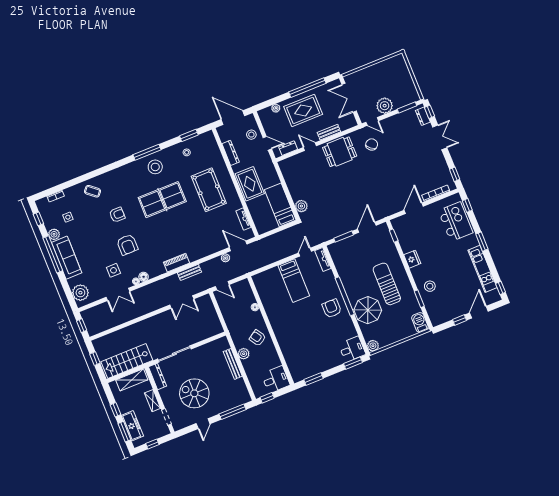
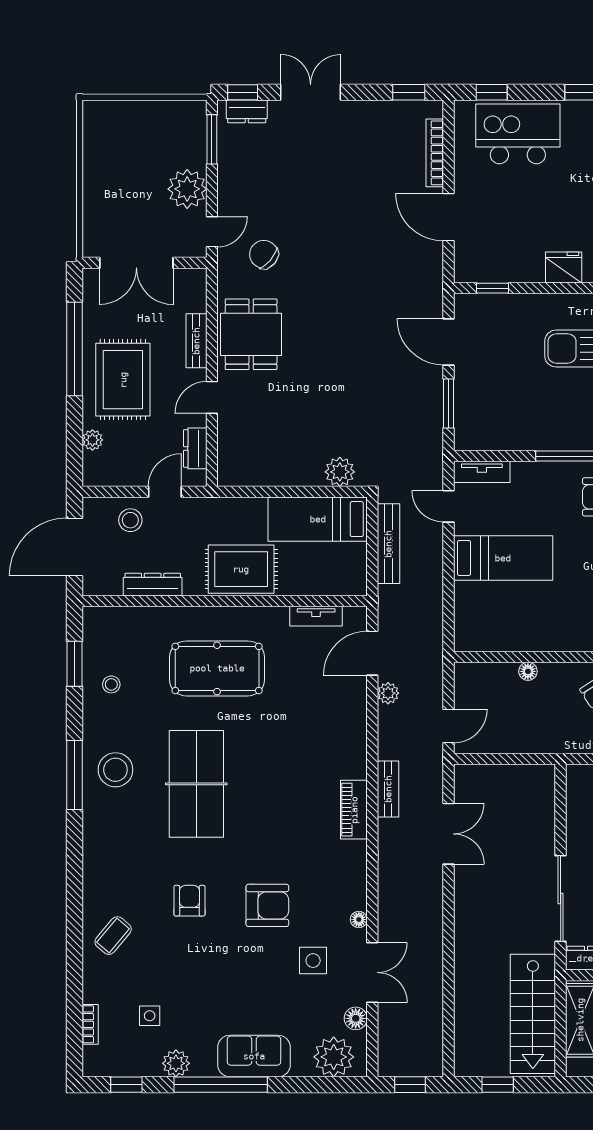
bench: (282, 235) -> (388, 544), added
sofa: (67, 258) -> (254, 1056), width x0.73
floor lamp: (144, 277) -> (356, 1018), moved

